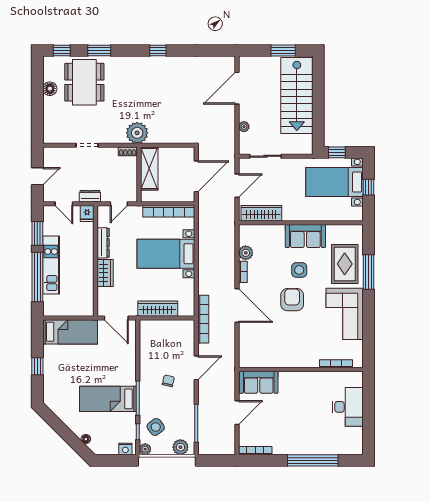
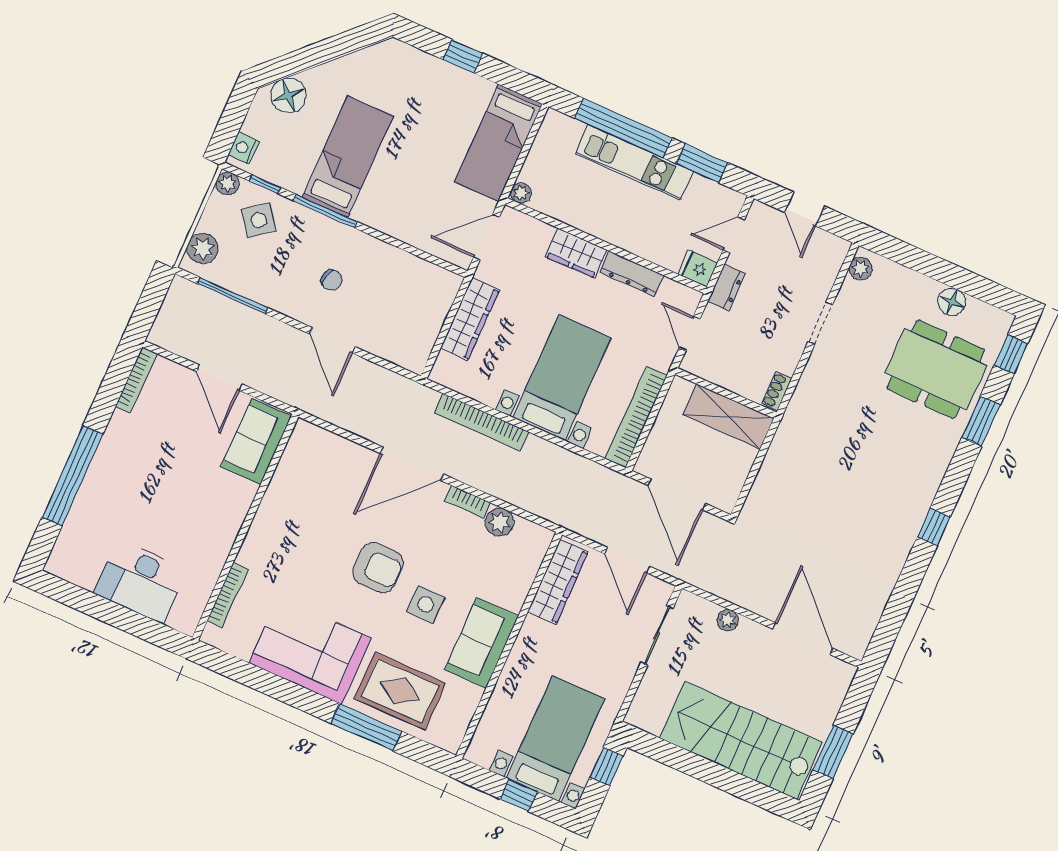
plant: (137, 133) -> (861, 269), moved, width x0.53, depth x0.53
plant: (89, 311) -> (521, 193), added
bookcase: (203, 319) -> (481, 422), moved
floor lamp: (86, 439) -> (288, 95), width x1.89, depth x1.89

